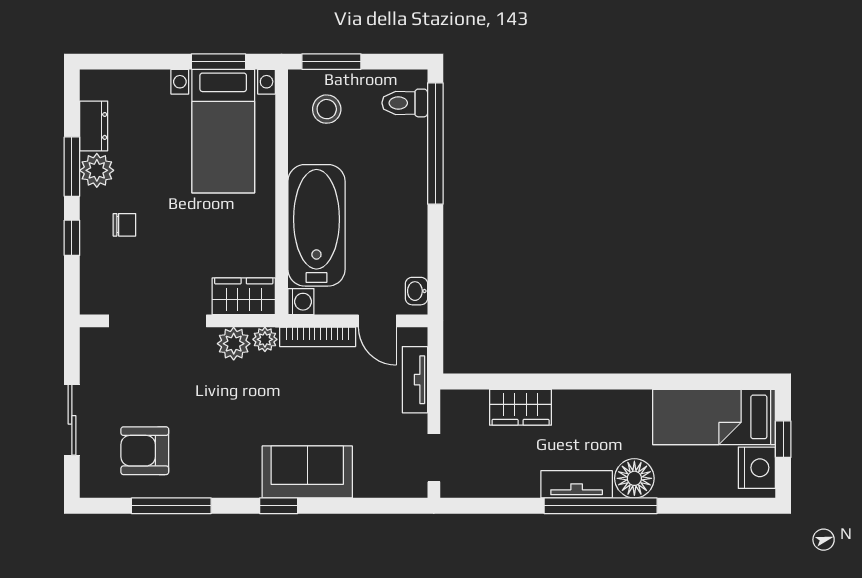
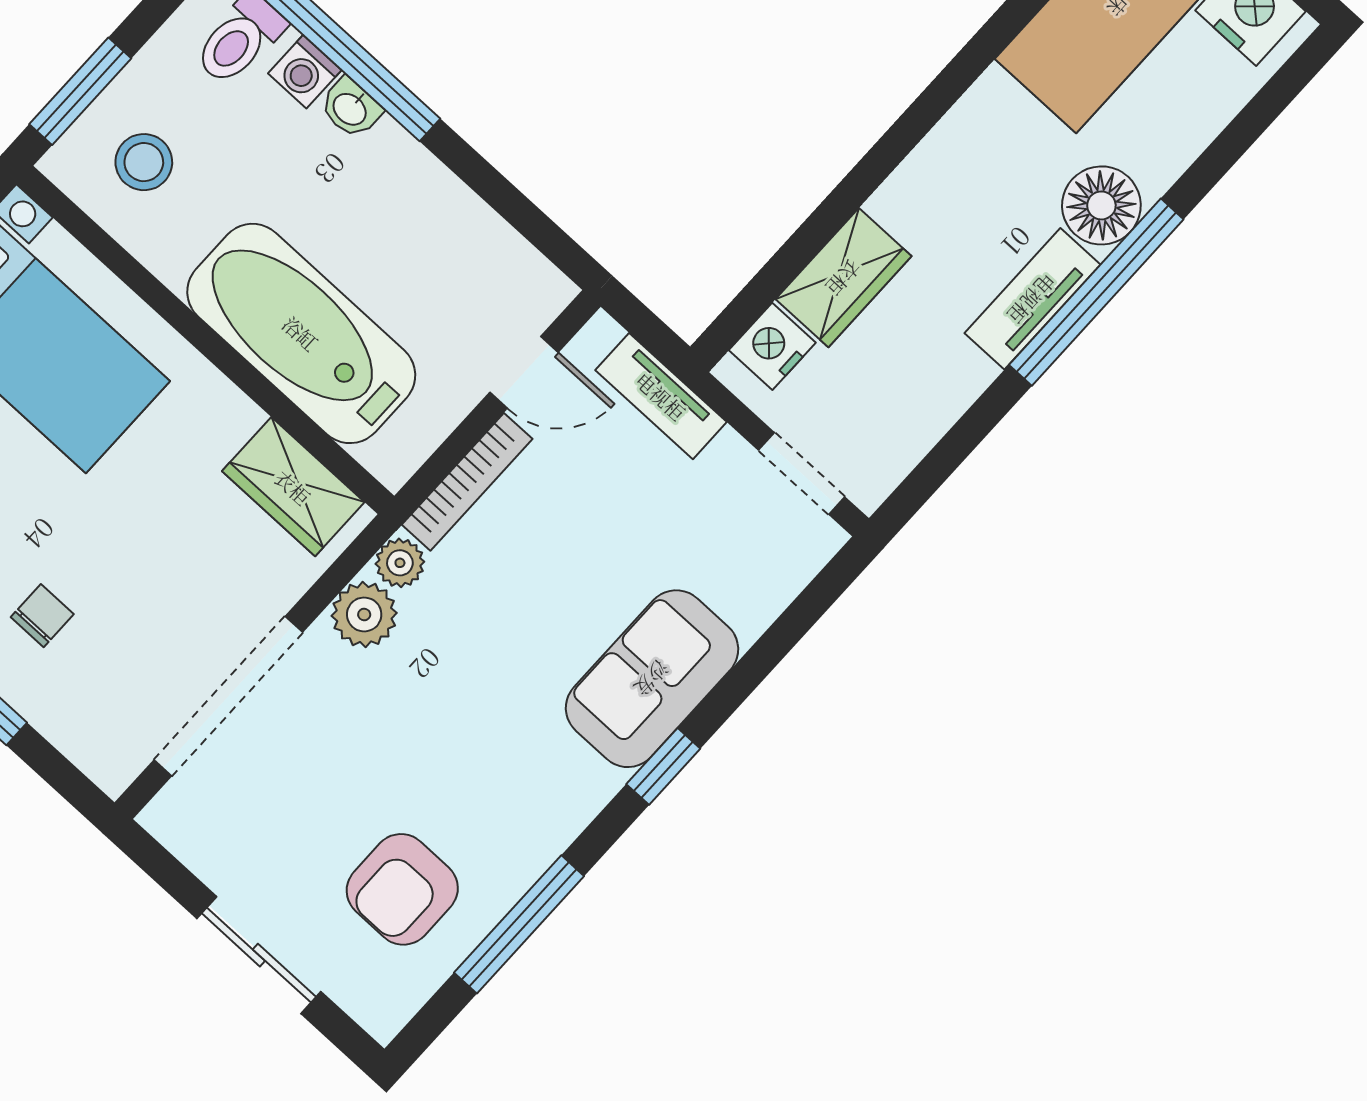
washbasin: (416, 291) -> (350, 108), moved
wardrobe: (244, 296) -> (293, 487), moved, turned -90
washing machine: (301, 302) -> (305, 72), moved, turned 180
nightstand: (471, 404) -> (772, 346), added

